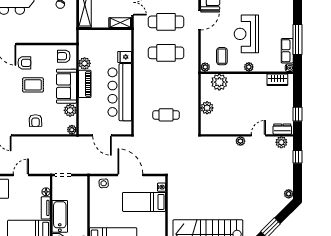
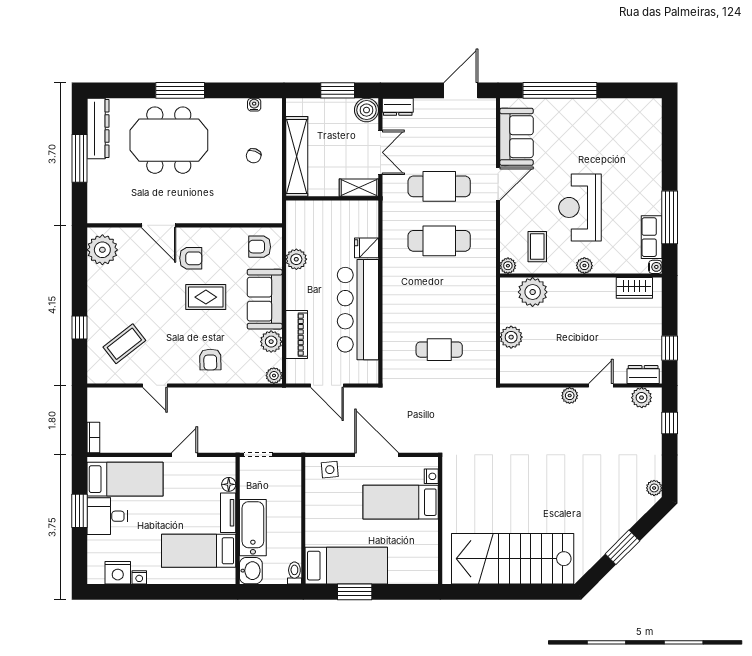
piano: (85, 84) -> (297, 335), moved

